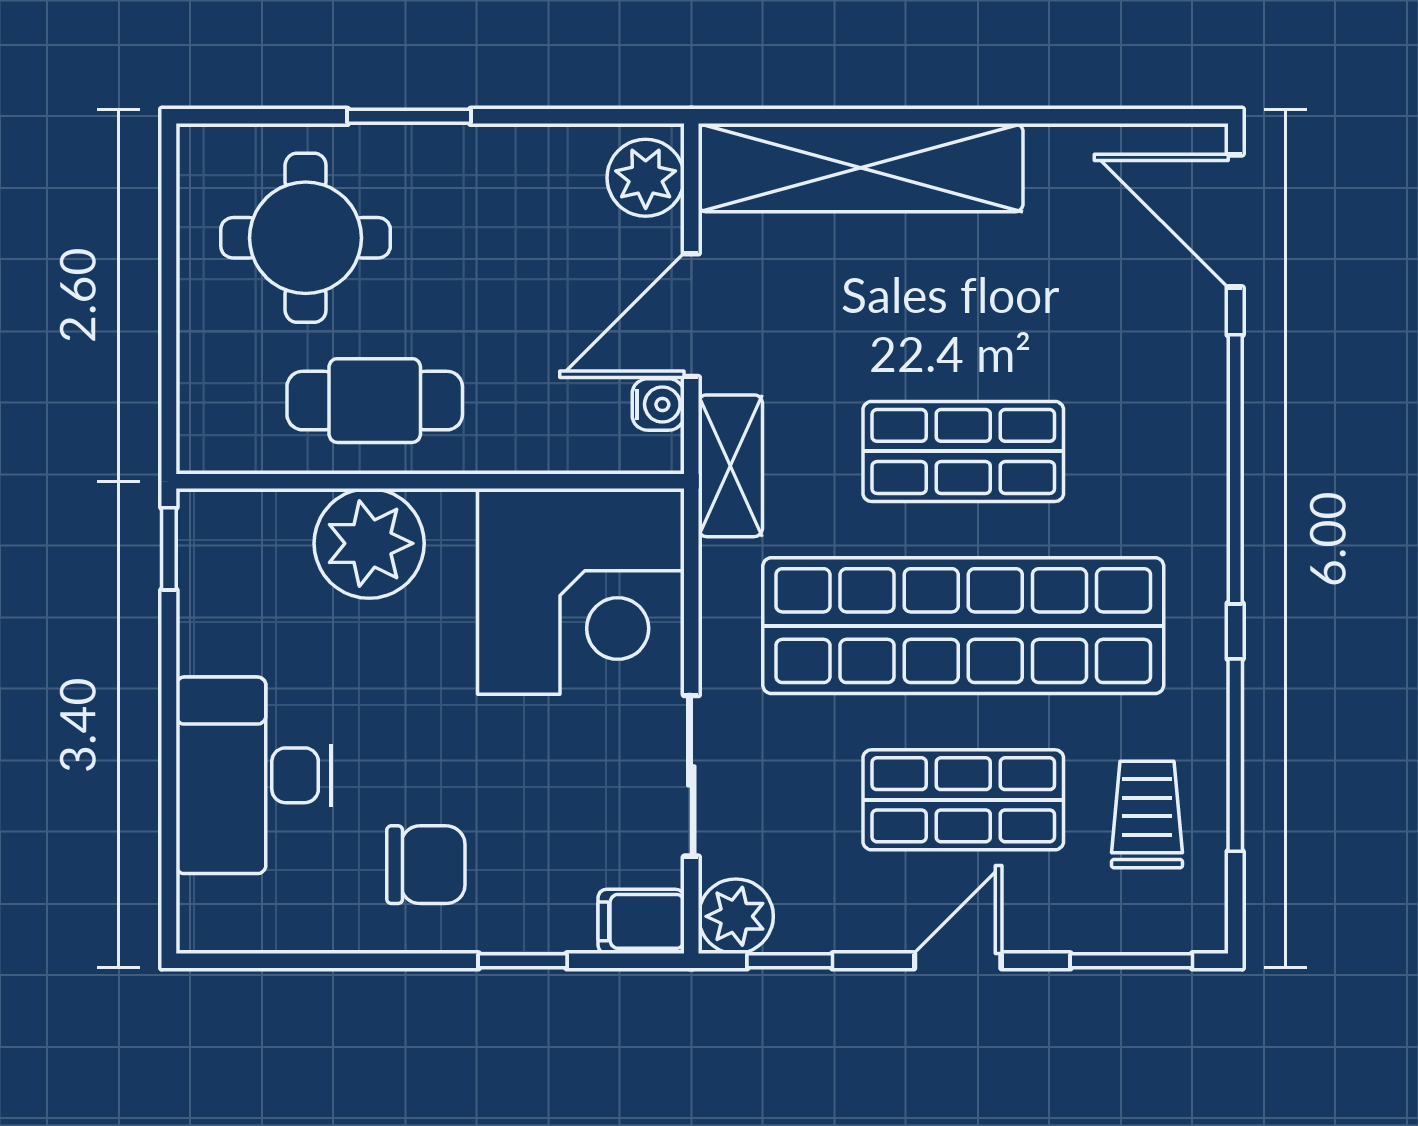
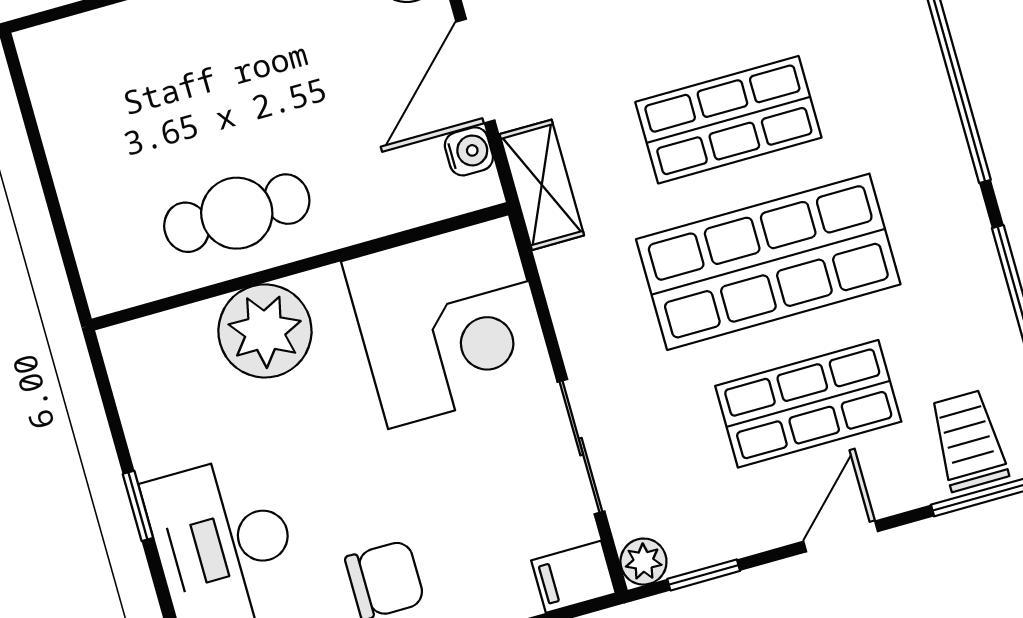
round table: (306, 238) -> (143, 96), removed
window: (169, 549) -> (138, 506), moved
shop shelf: (963, 626) -> (768, 262), width x0.71
trolley: (1147, 814) -> (968, 441), moved
plant: (736, 916) -> (643, 562), width x0.73, depth x0.73

